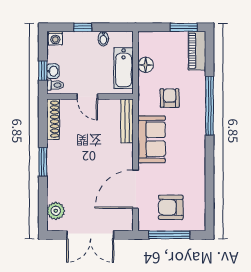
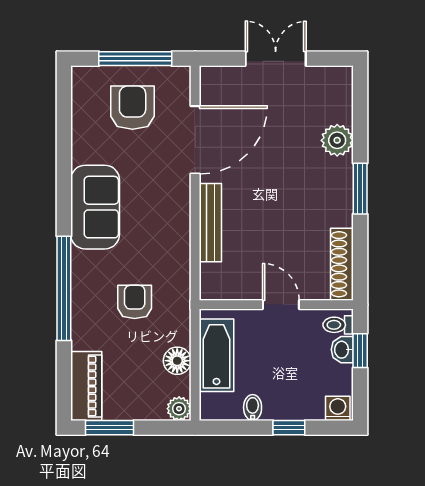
plant: (145, 38) -> (179, 409), added
armchair: (170, 98) -> (135, 302), turned 180
bench: (127, 121) -> (210, 223), moved
sofa: (152, 139) -> (95, 207), moved, turned 180
armchair: (171, 207) -> (133, 108), turned -90
plant: (56, 211) -> (337, 140), moved
double door: (90, 235) -> (276, 59), width x0.73

